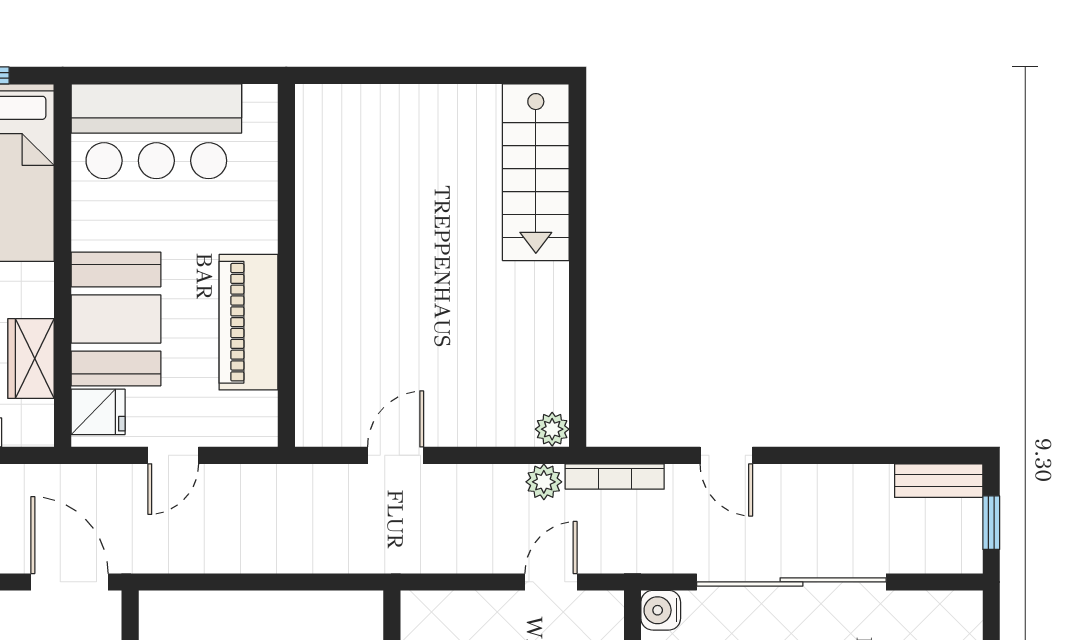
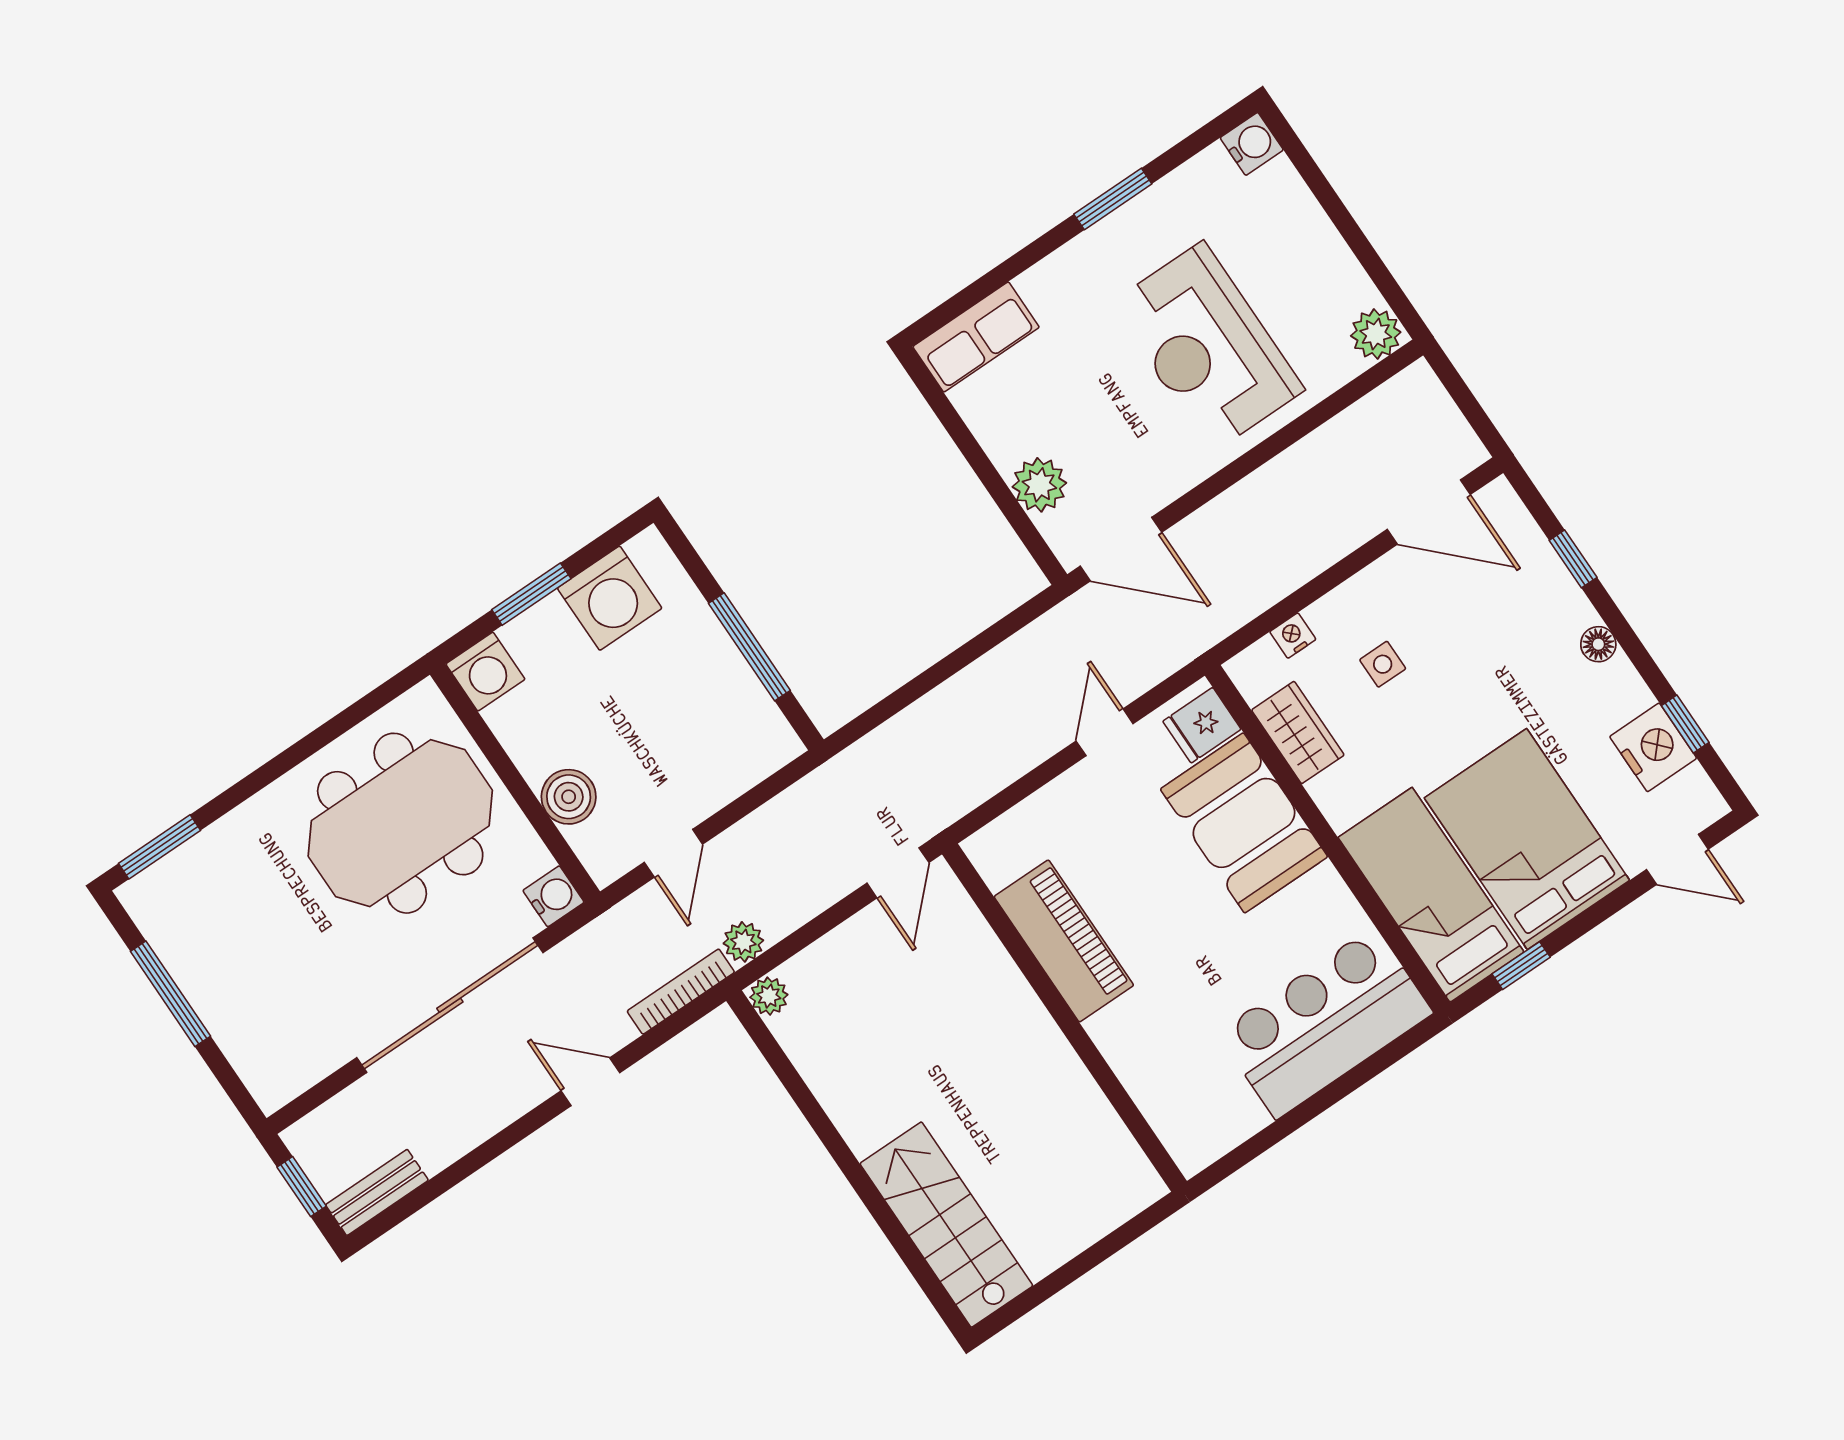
wall: (286, 265) -> (1065, 1018), moved
piano: (248, 322) -> (1064, 941), moved

